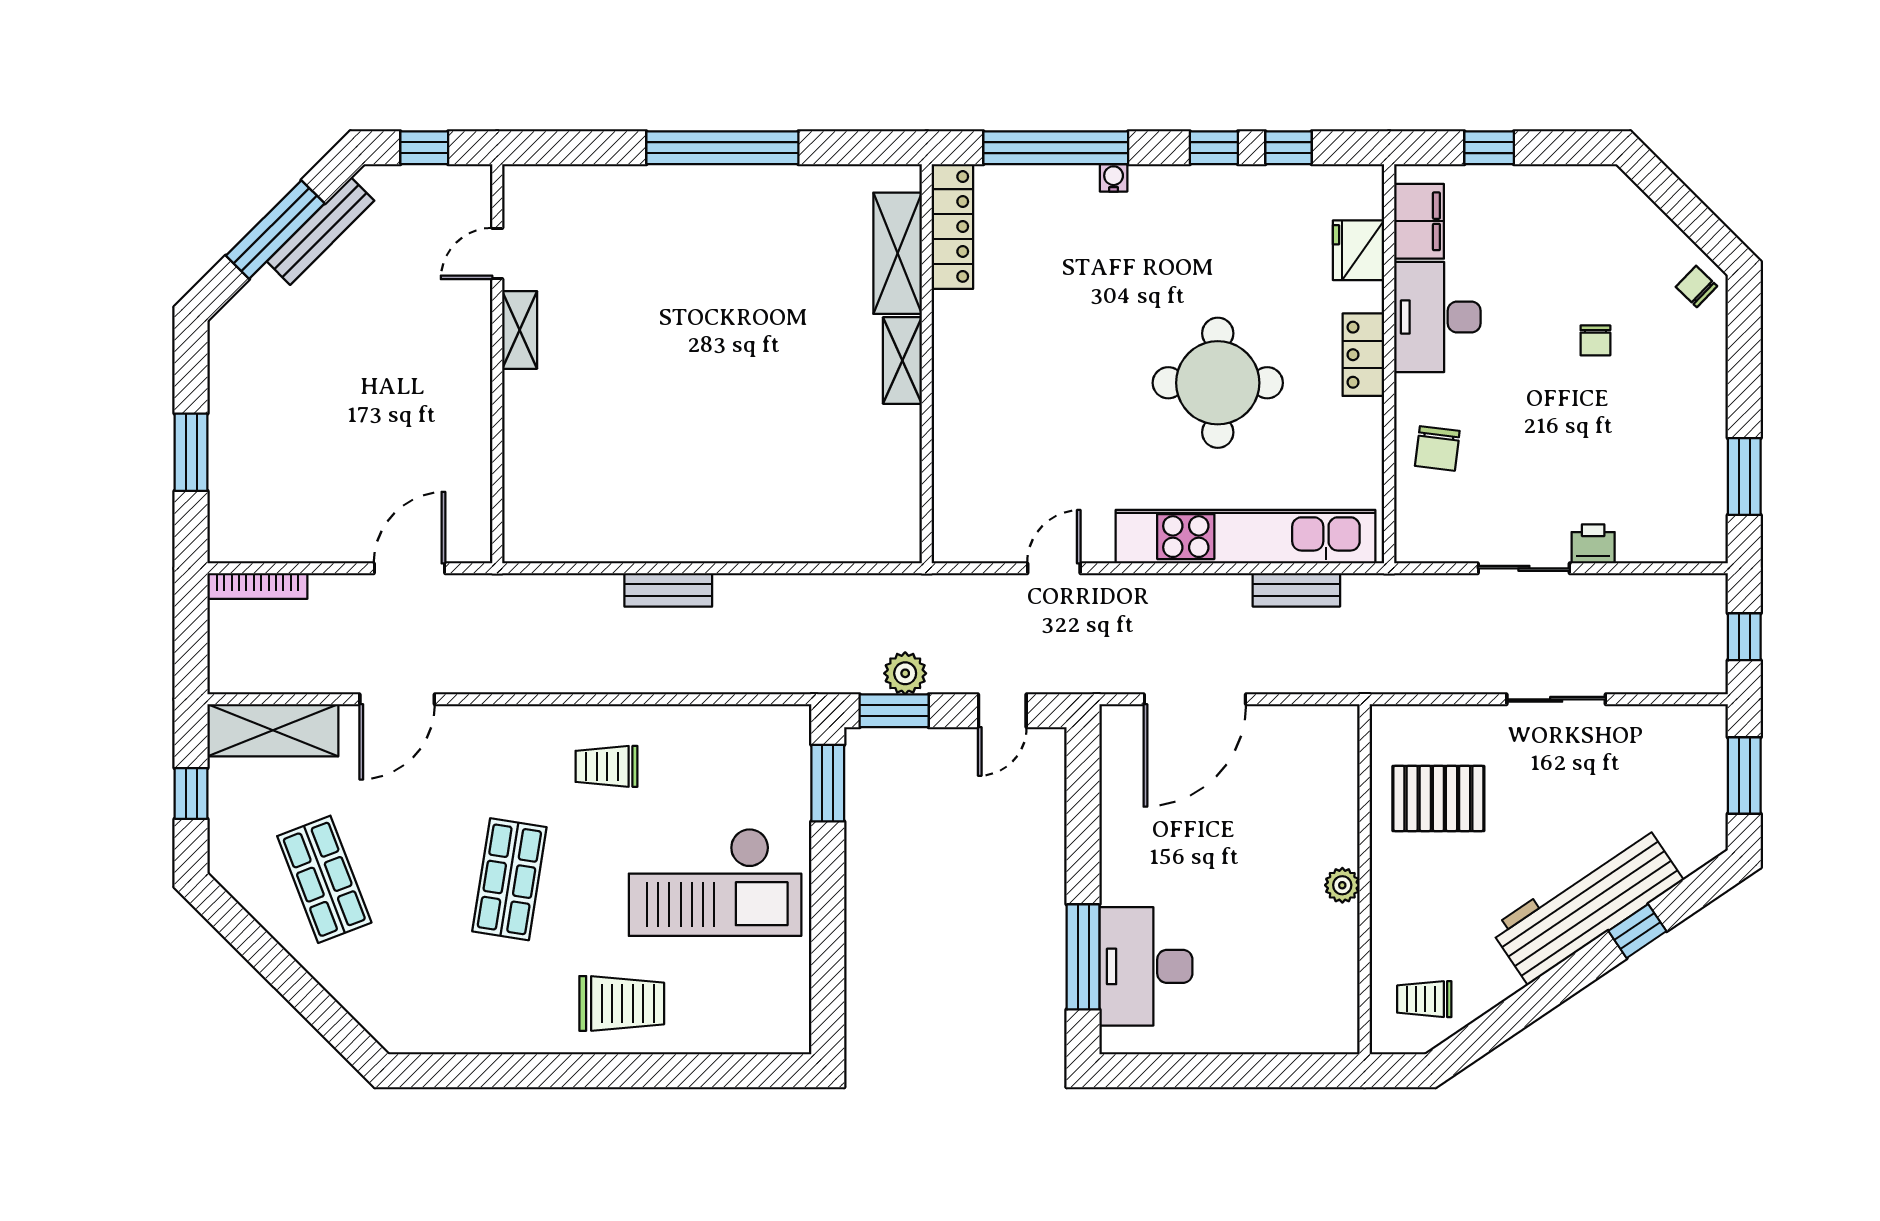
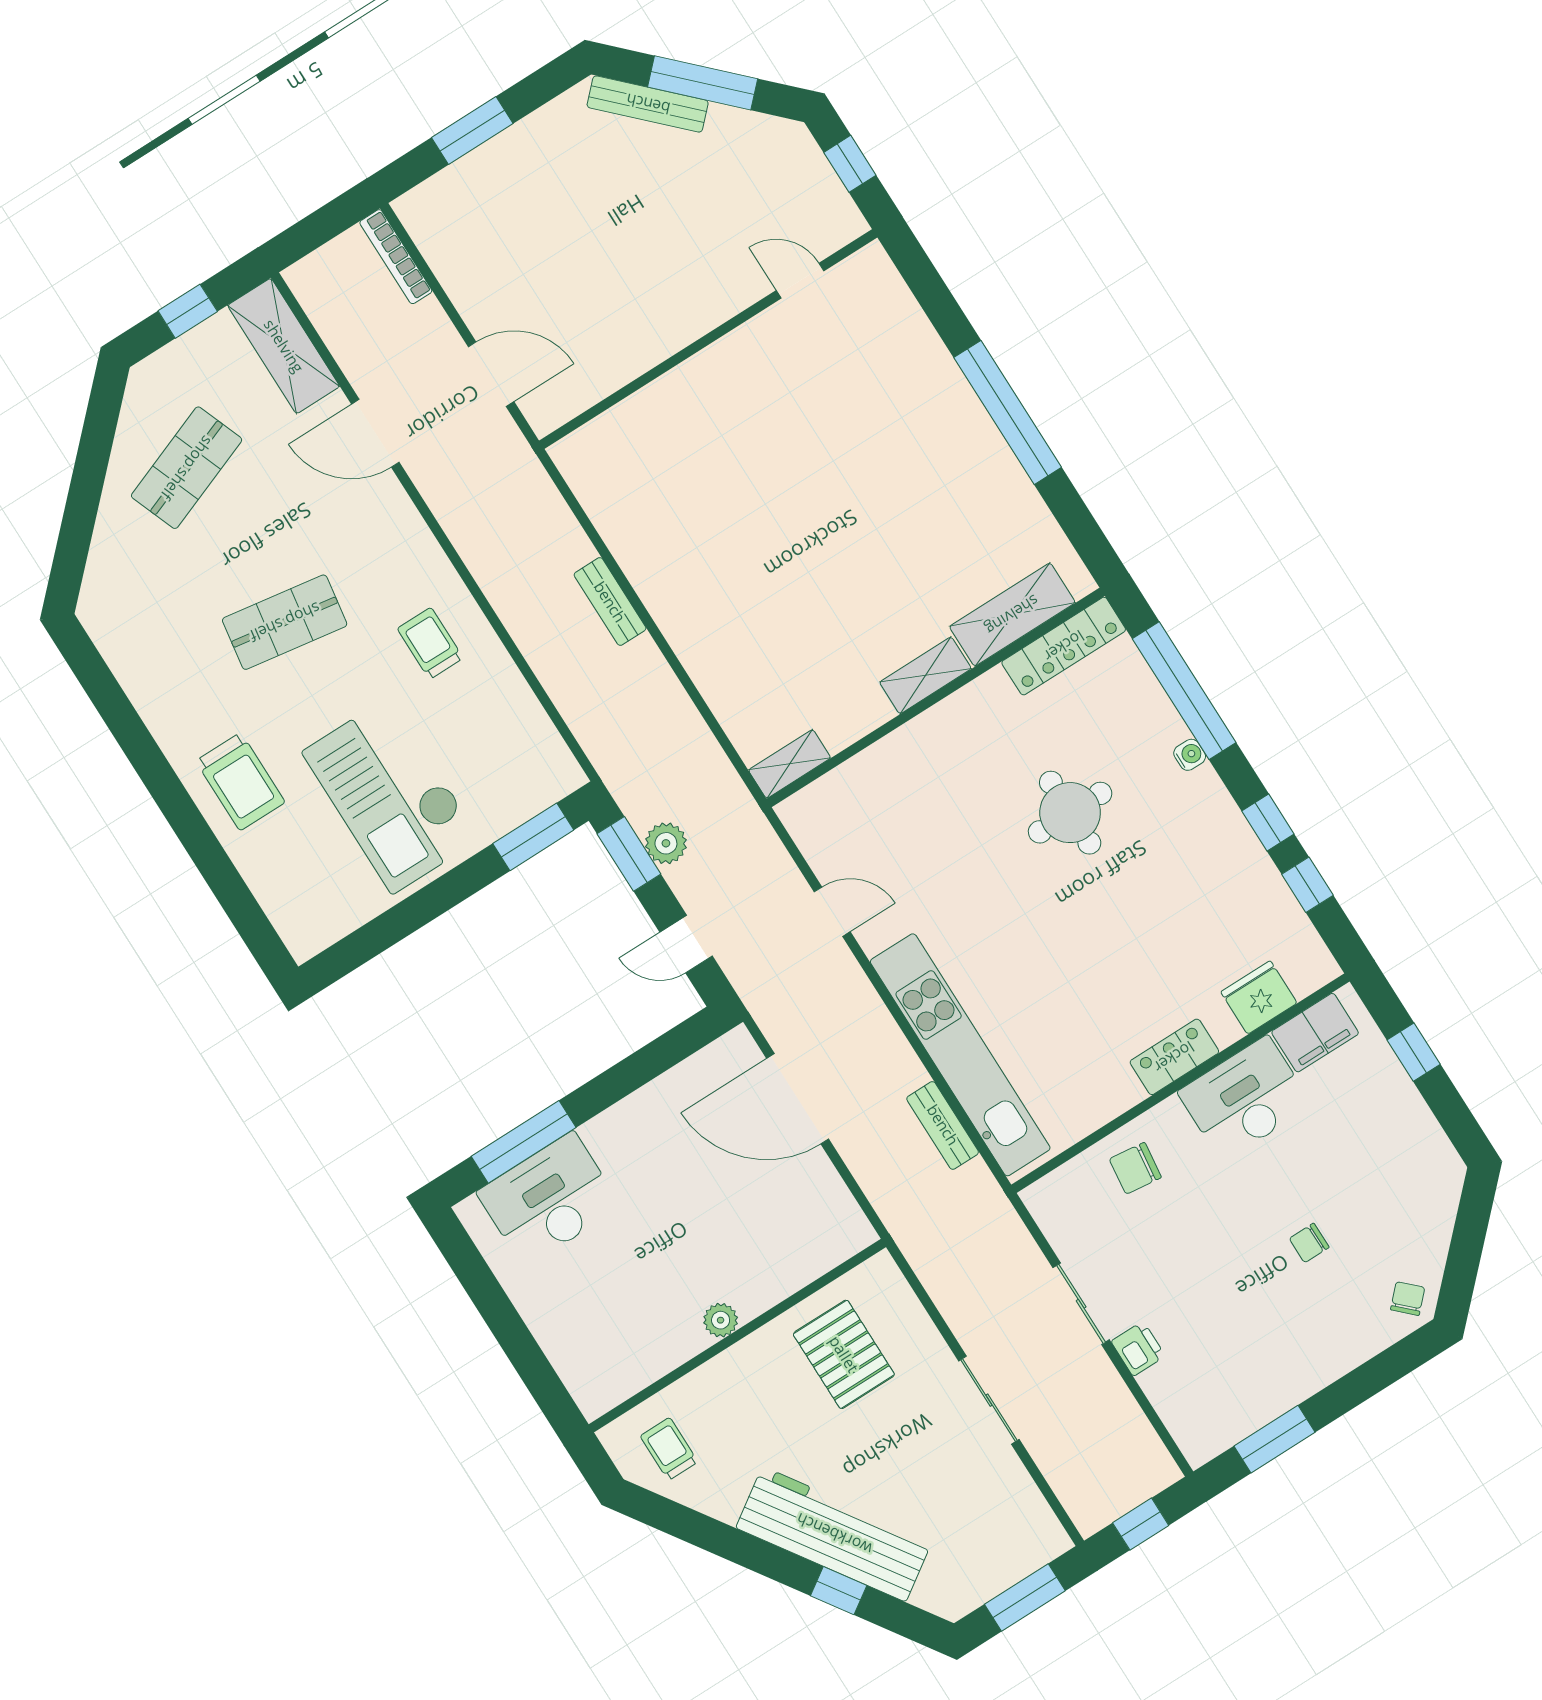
bench: (321, 231) -> (648, 104), moved
shelving: (520, 330) -> (790, 764), moved
round table: (1218, 383) -> (1070, 813), moved, width x0.73, depth x0.73

